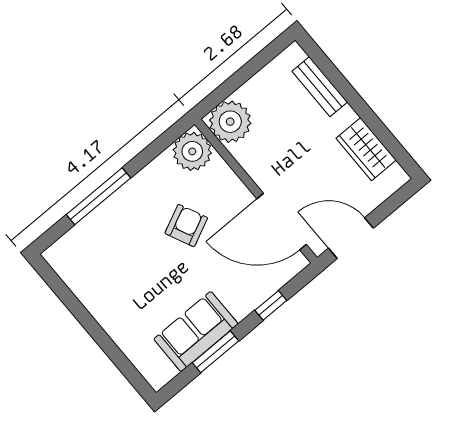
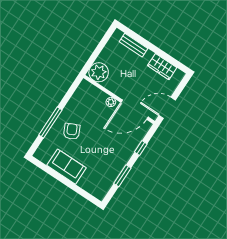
plant: (192, 151) -> (111, 102), moved, width x0.53, depth x0.53
armchair: (186, 226) -> (72, 131), moved
sofa: (196, 331) -> (66, 167), moved, turned 90

